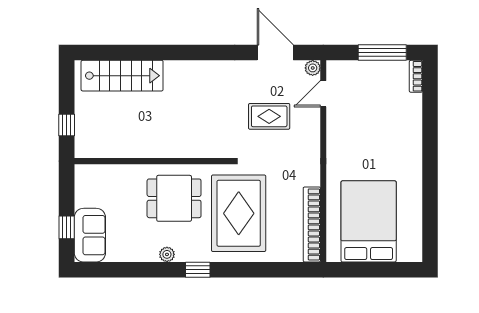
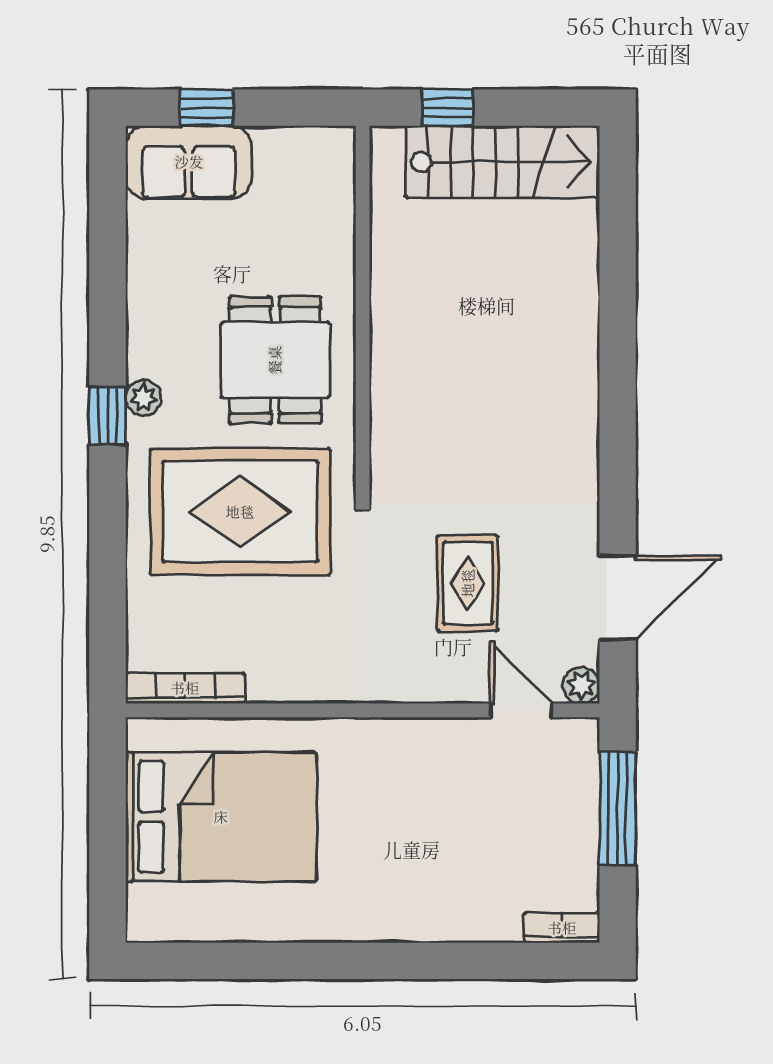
window: (382, 53) -> (618, 808), moved
stairs: (122, 76) -> (502, 162), moved, turned -90
bookcase: (312, 224) -> (185, 688), width x0.68, depth x0.76
plant: (167, 254) -> (143, 398), moved

